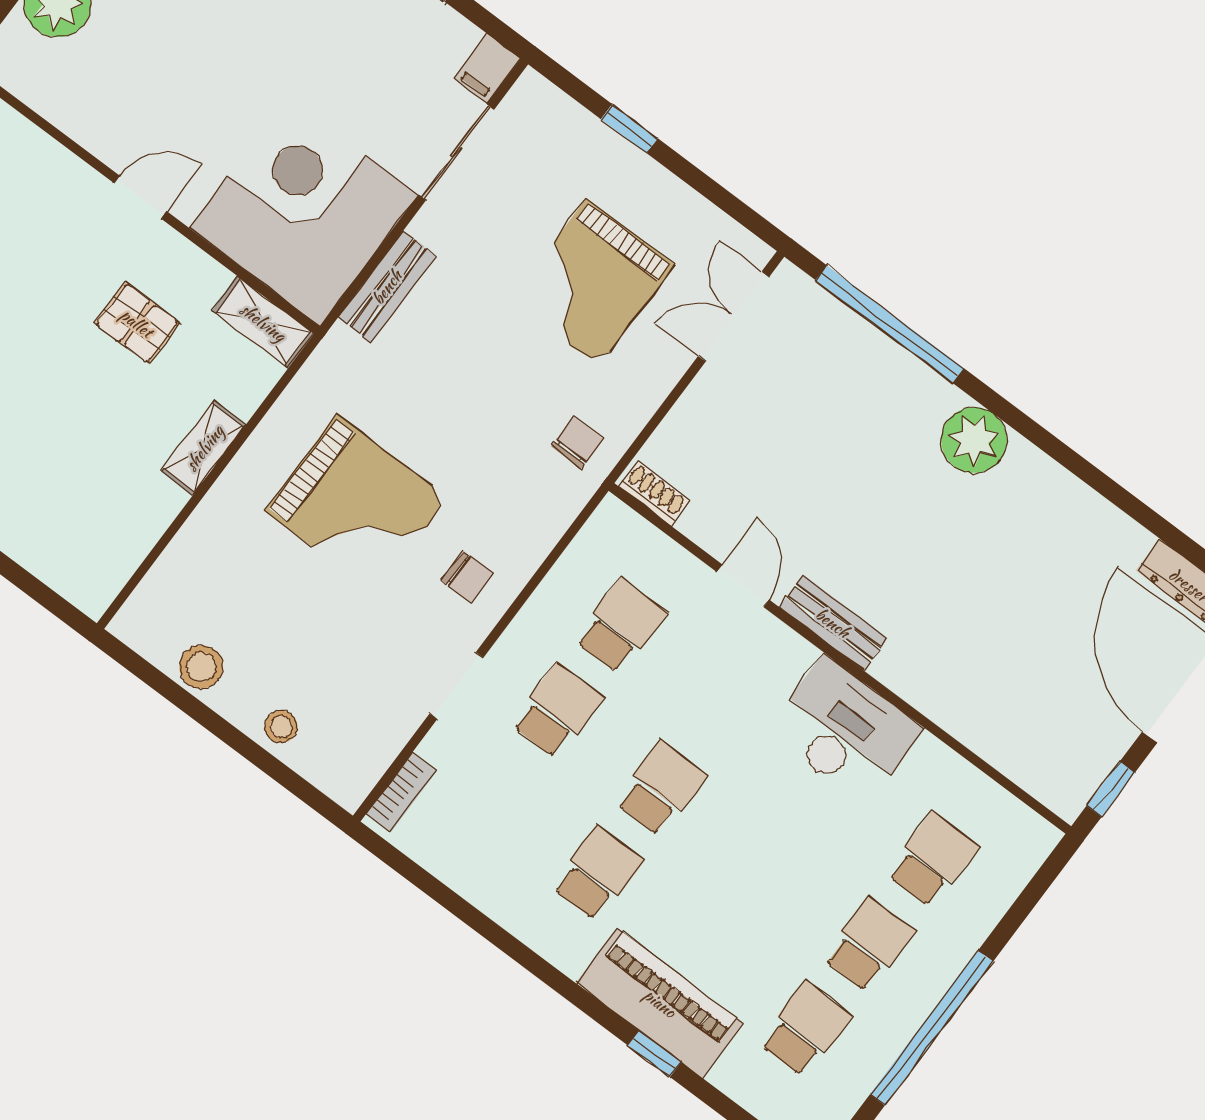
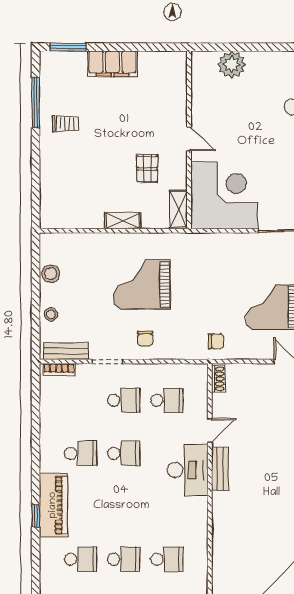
bench: (387, 287) -> (66, 351), moved
grand piano: (357, 504) -> (142, 284), turned 90
desk: (845, 730) -> (188, 470), moved

